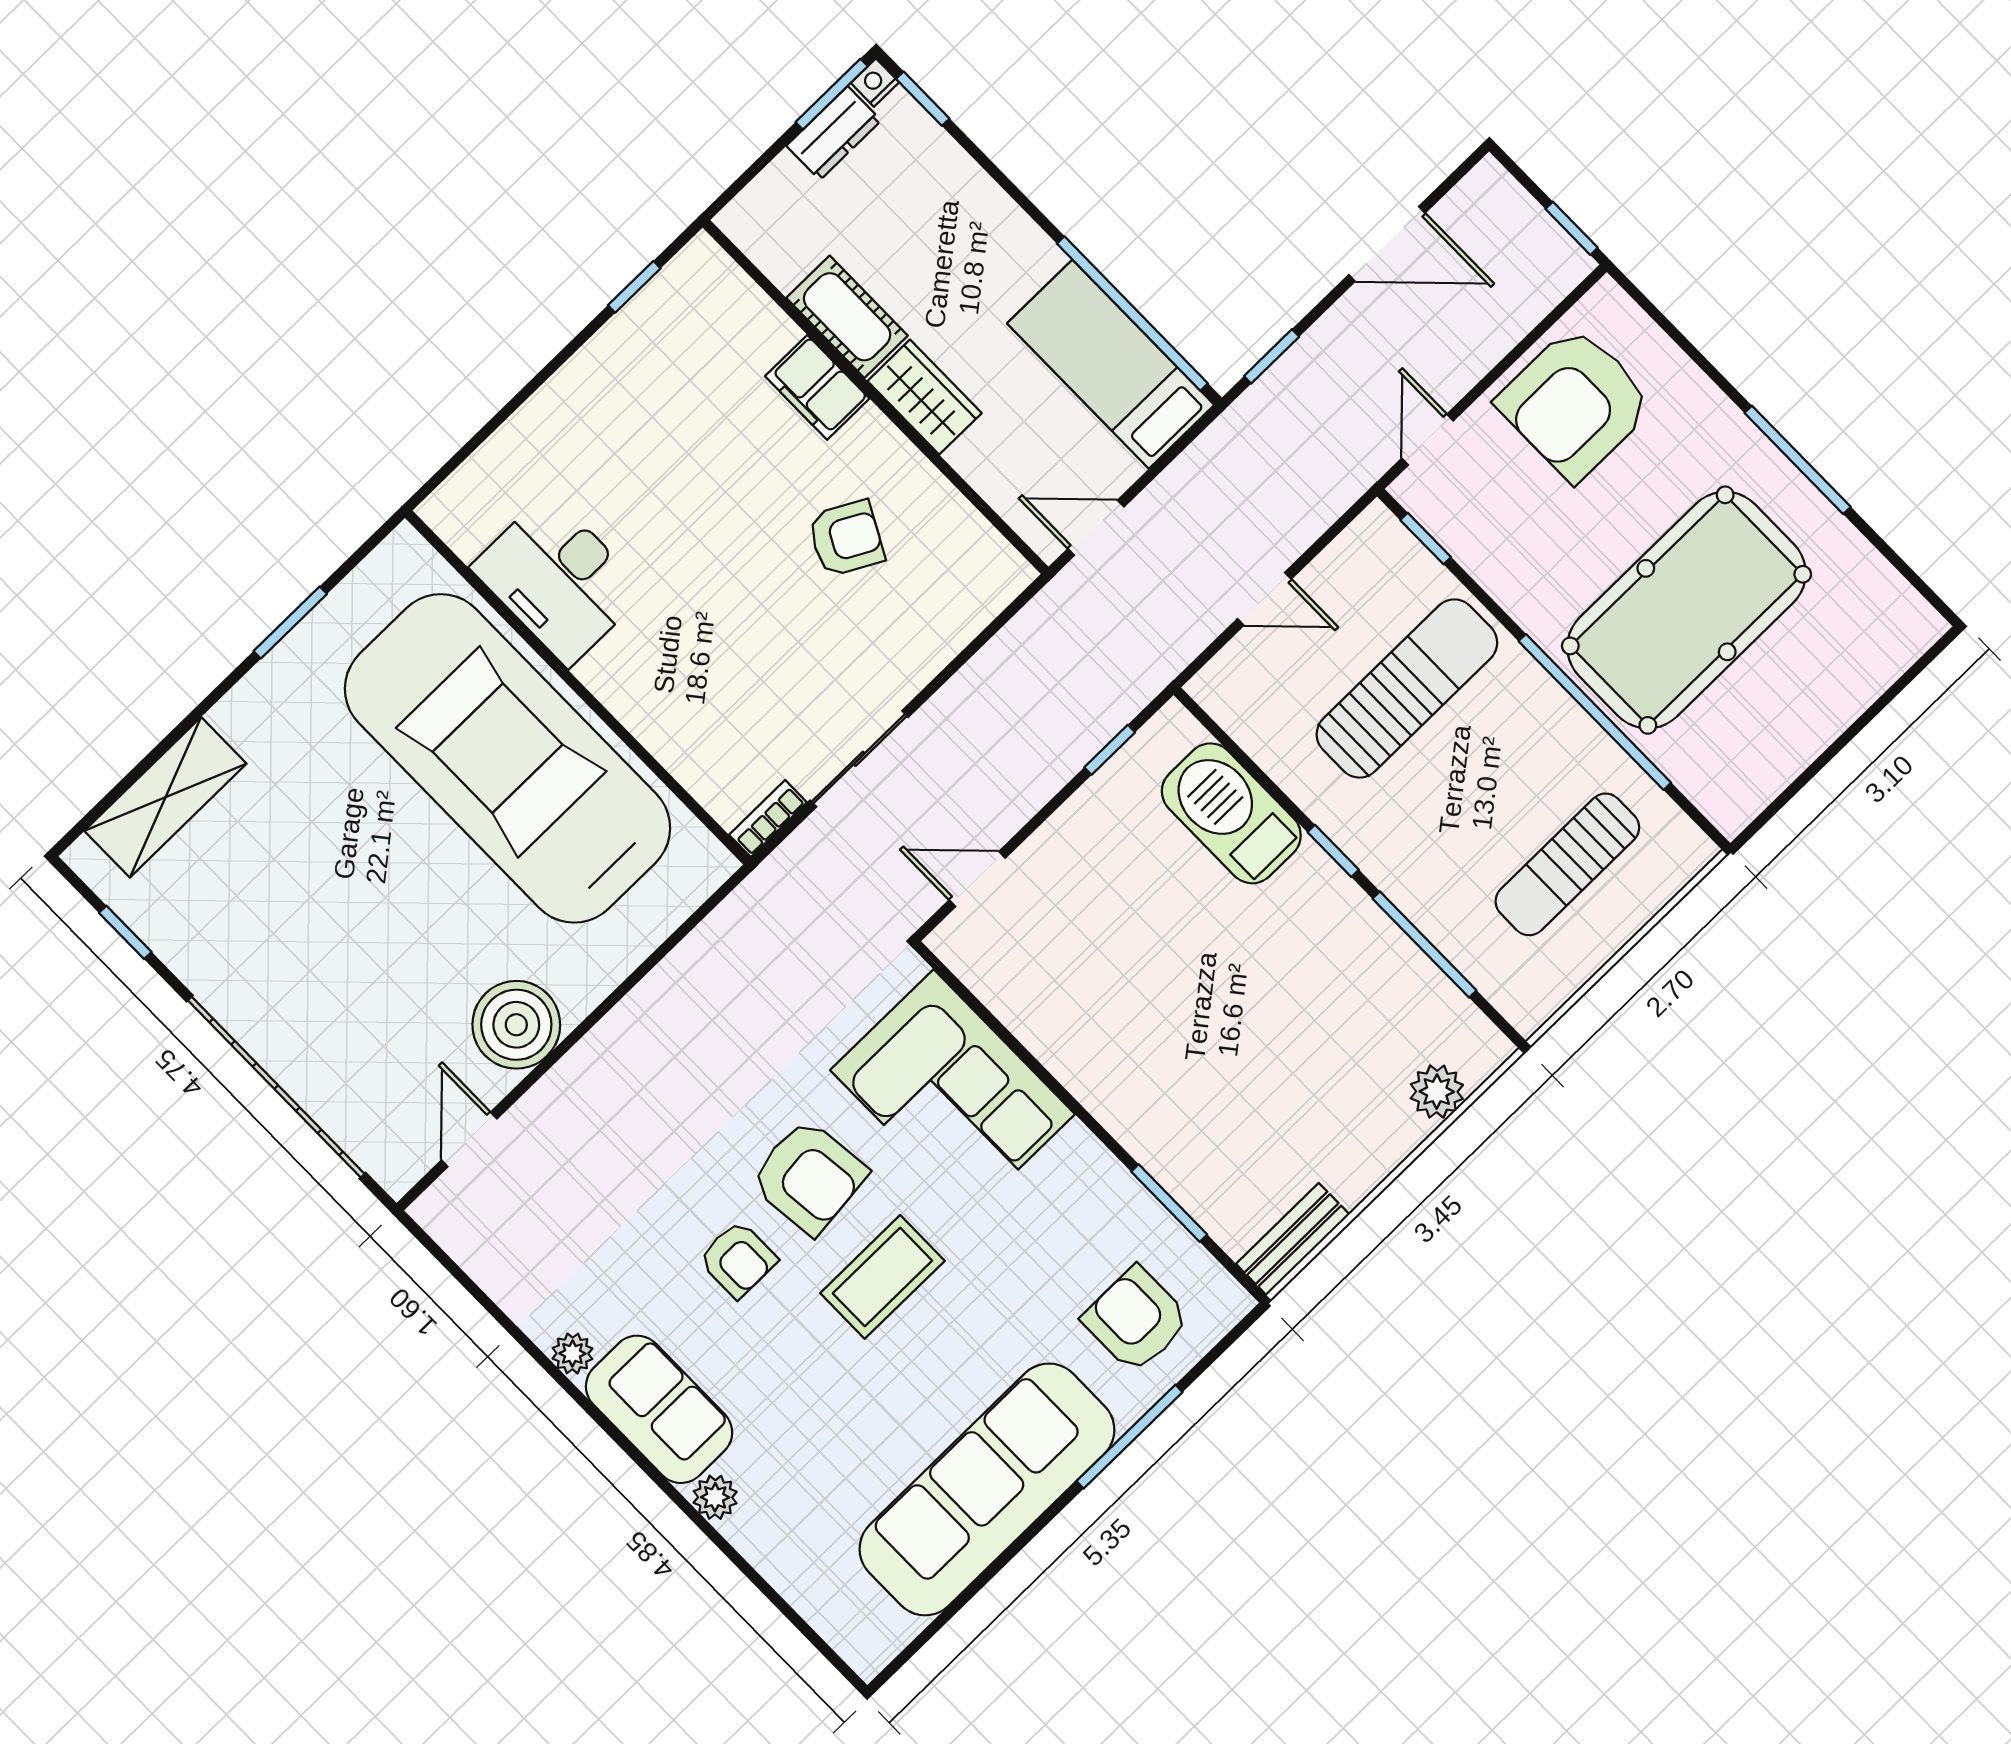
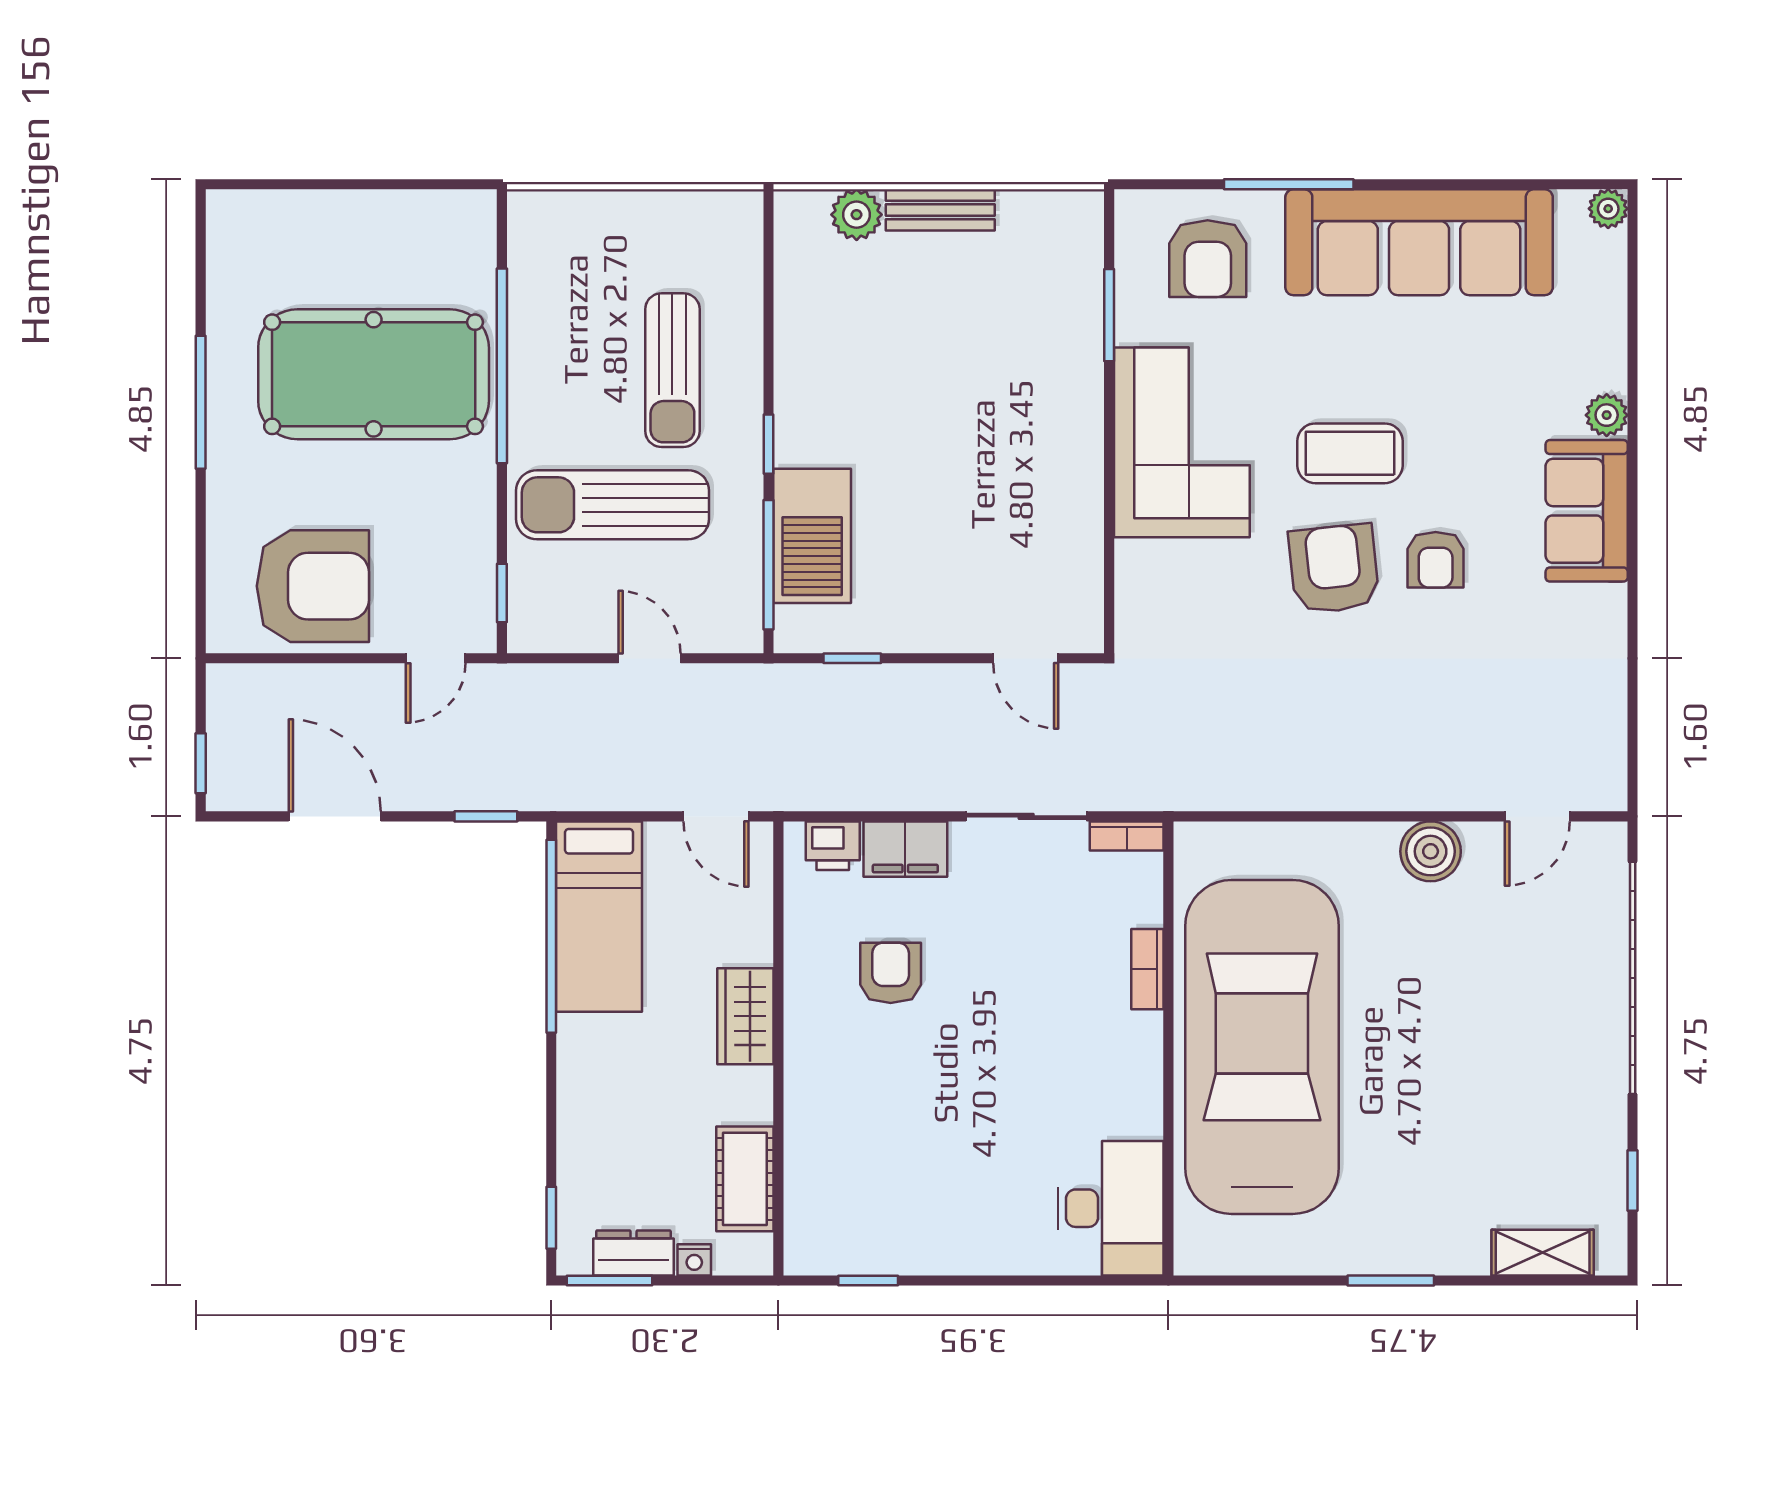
nightstand: (875, 83) -> (694, 1260), moved
window: (1572, 228) -> (201, 763), moved
cot: (847, 317) -> (745, 1179), moved
filing cabinet: (817, 387) -> (905, 849), moved, turned 90
armchair: (846, 538) -> (891, 973), turned 62
desk: (558, 579) -> (1111, 1208), moved
printer: (985, 592) -> (833, 846), added
window: (290, 622) -> (1391, 1280), moved
bookcase: (653, 732) -> (1147, 969), added
car: (508, 758) -> (1262, 1047), turned 180
shelving: (165, 797) -> (1543, 1253), width x0.67, depth x0.75
sun lounger: (1567, 864) -> (672, 370), moved, turned 90
window: (1425, 945) -> (768, 565), moved
boiler: (516, 1025) -> (1431, 851), width x0.73, depth x0.73
corner sofa: (953, 1092) -> (1182, 442), moved
bench: (1293, 1239) -> (940, 210), moved
armchair: (738, 1259) -> (1436, 560), turned 180
plant: (572, 1353) -> (1608, 209), moved

